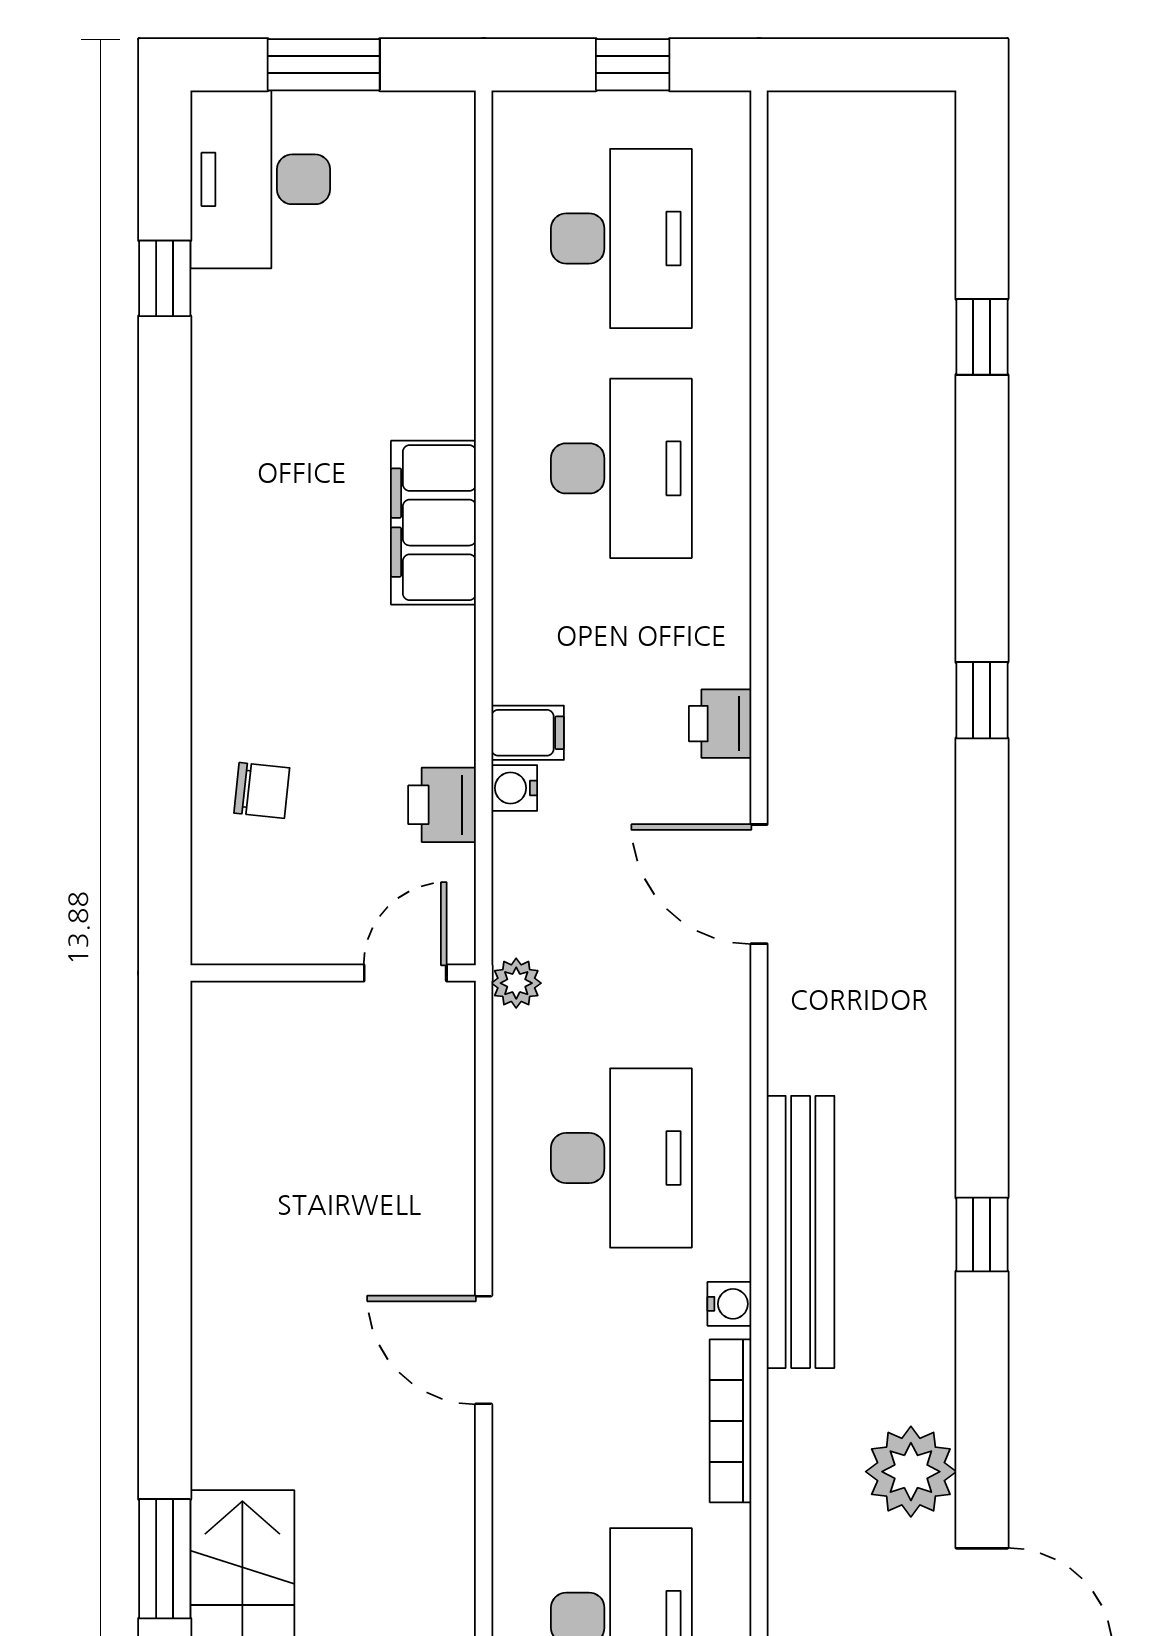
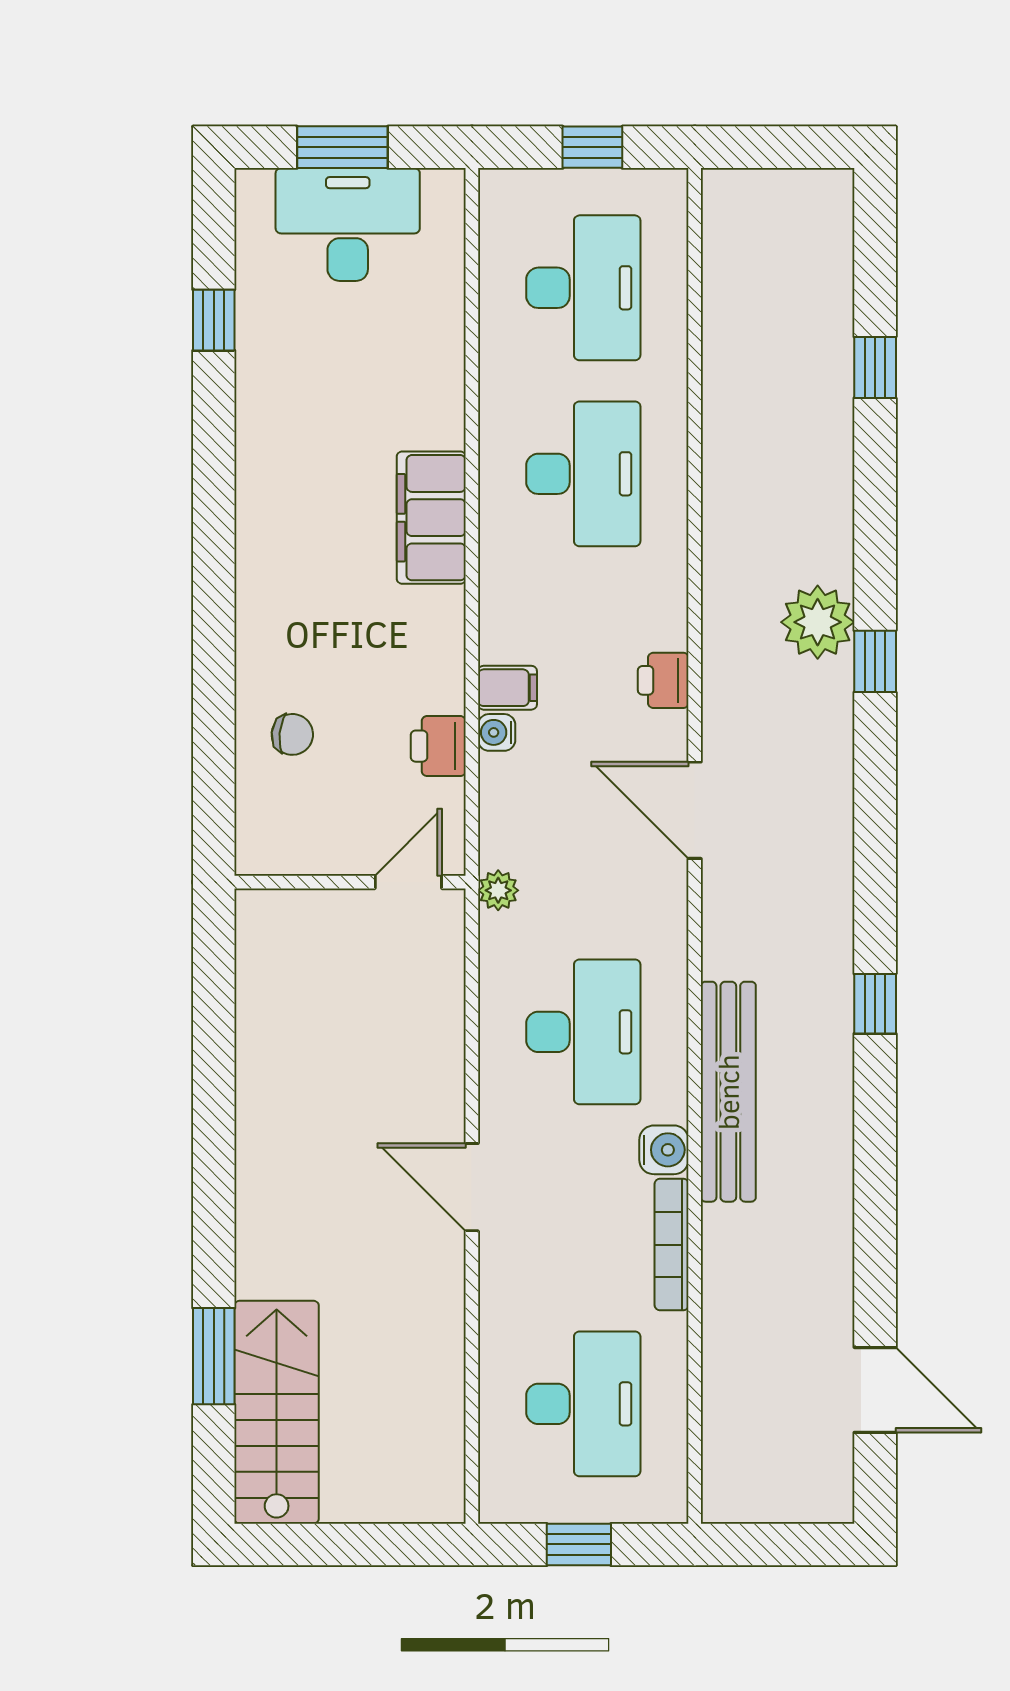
desk: (260, 179) -> (348, 224), moved, turned 90
window: (982, 1235) -> (875, 1004), moved
water cooler: (729, 1304) -> (664, 1150), width x1.38, depth x1.38
plant: (911, 1472) -> (818, 622), moved

